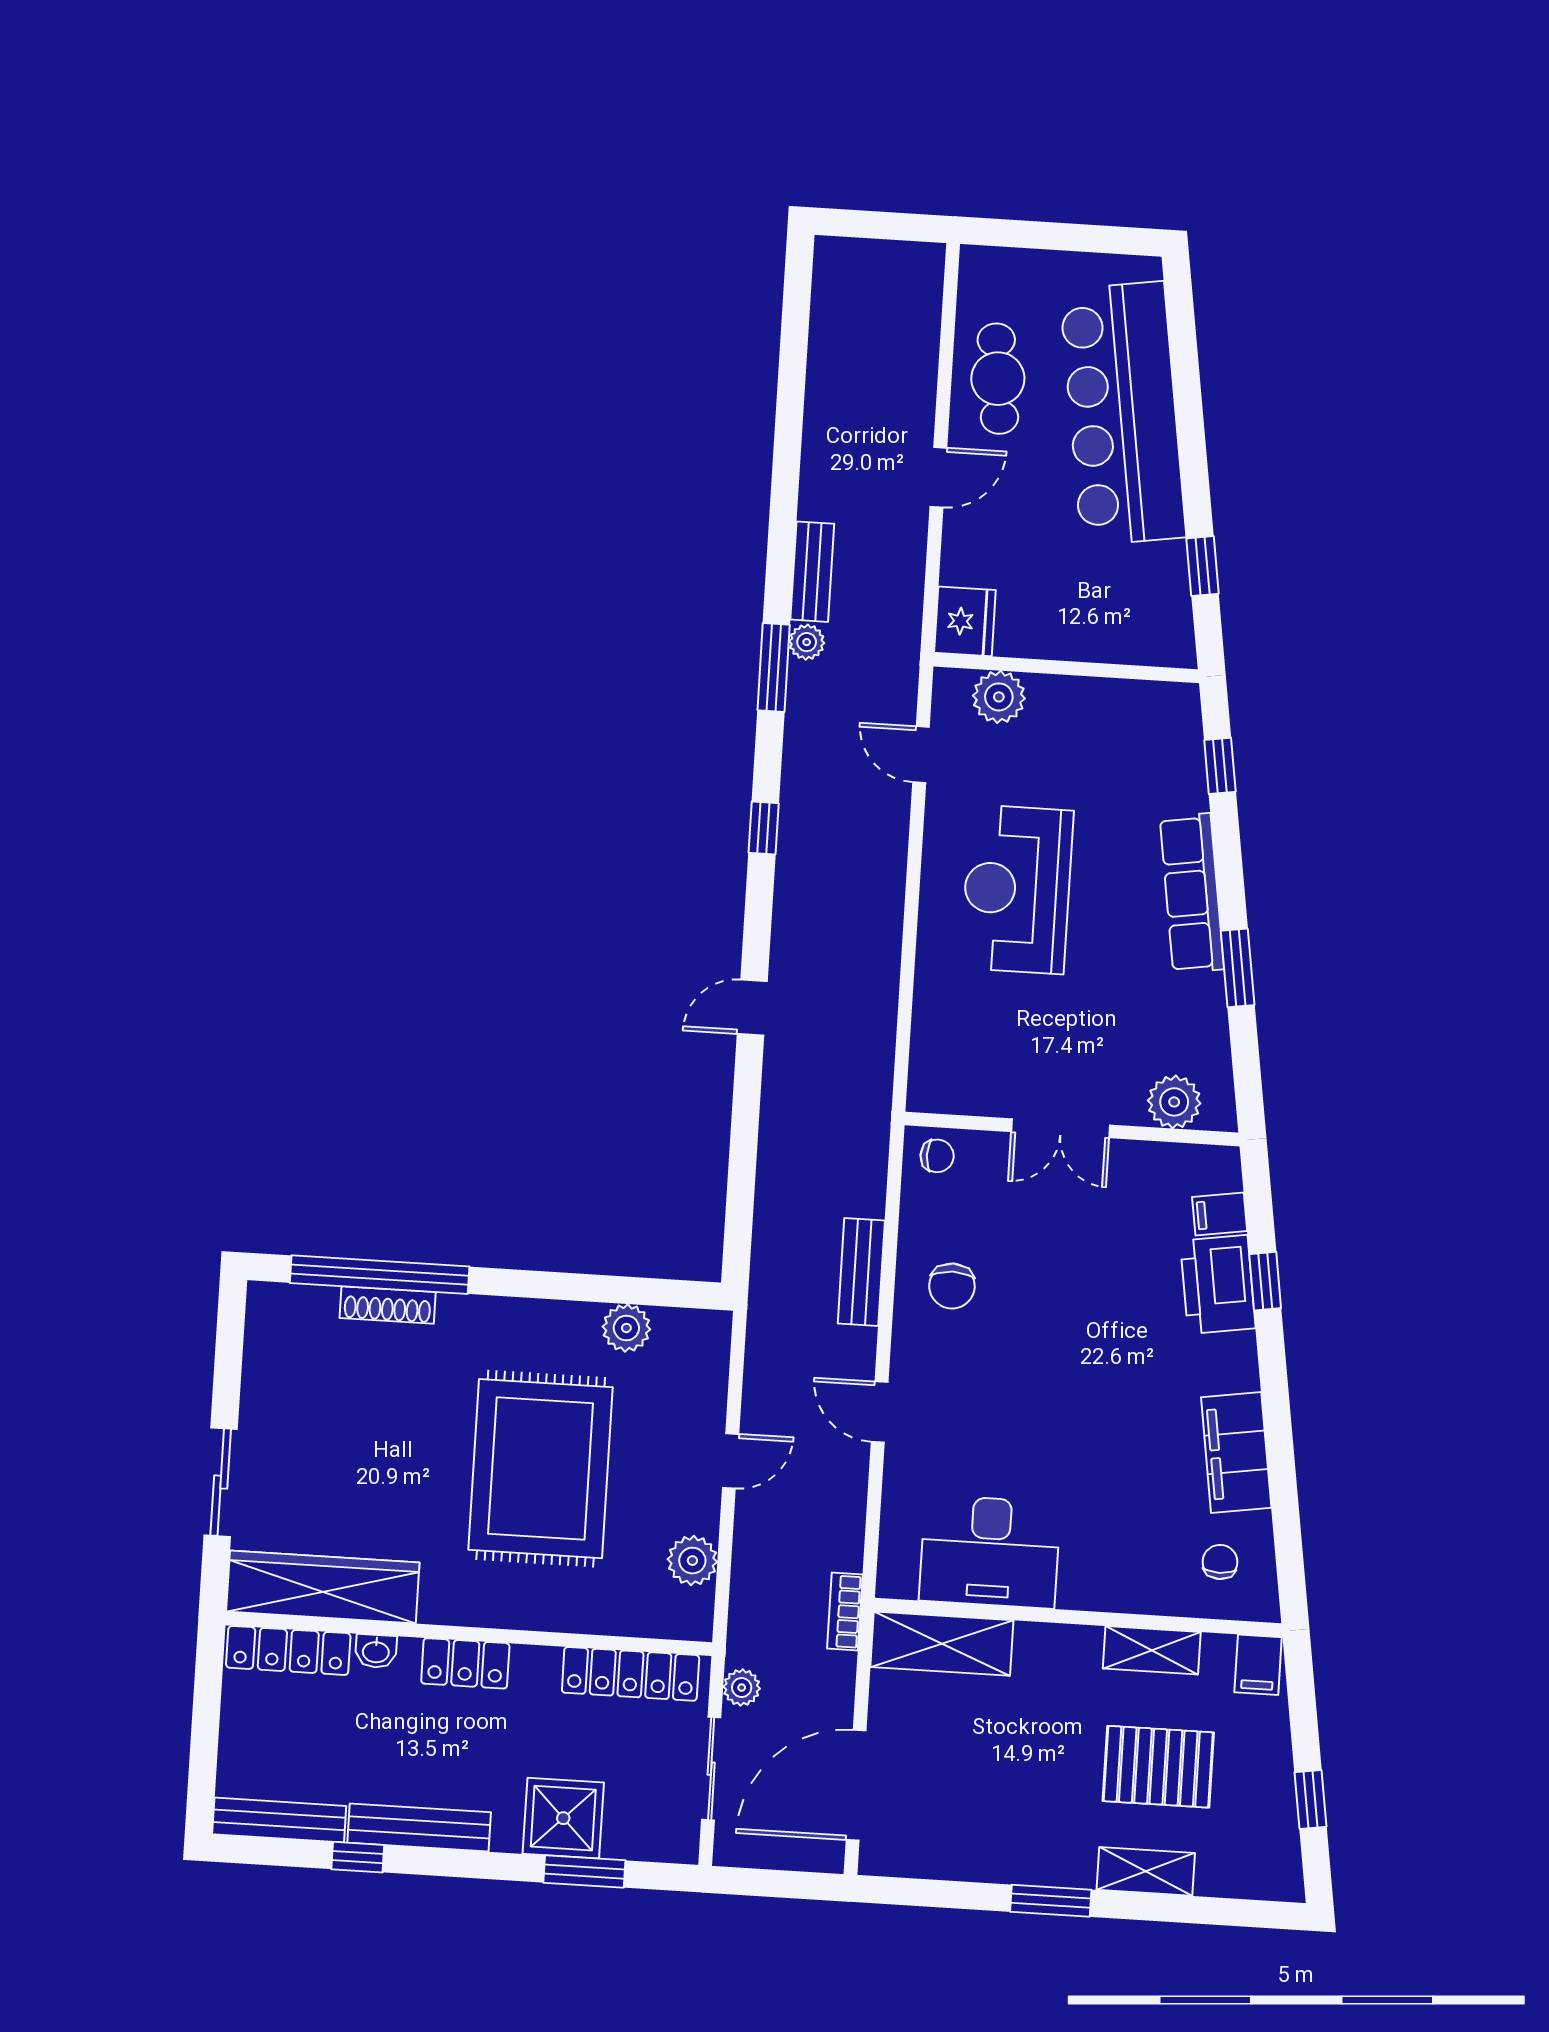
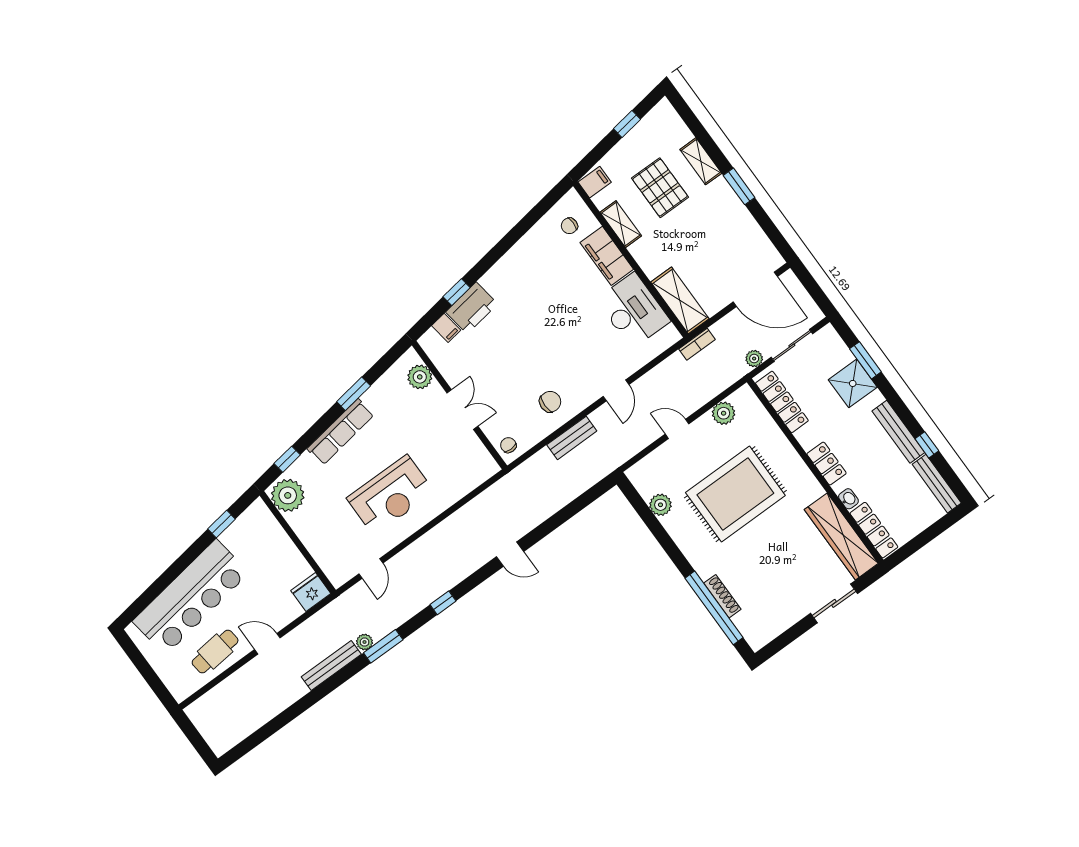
bench: (812, 572) -> (331, 666), width x1.36
plant: (999, 697) -> (288, 495), moved, width x1.36, depth x1.36
filing cabinet: (1236, 1452) -> (607, 256), moved, turned 99

